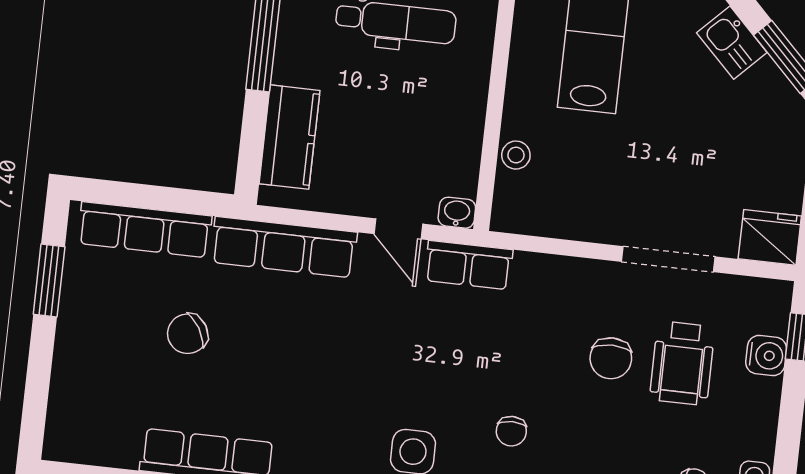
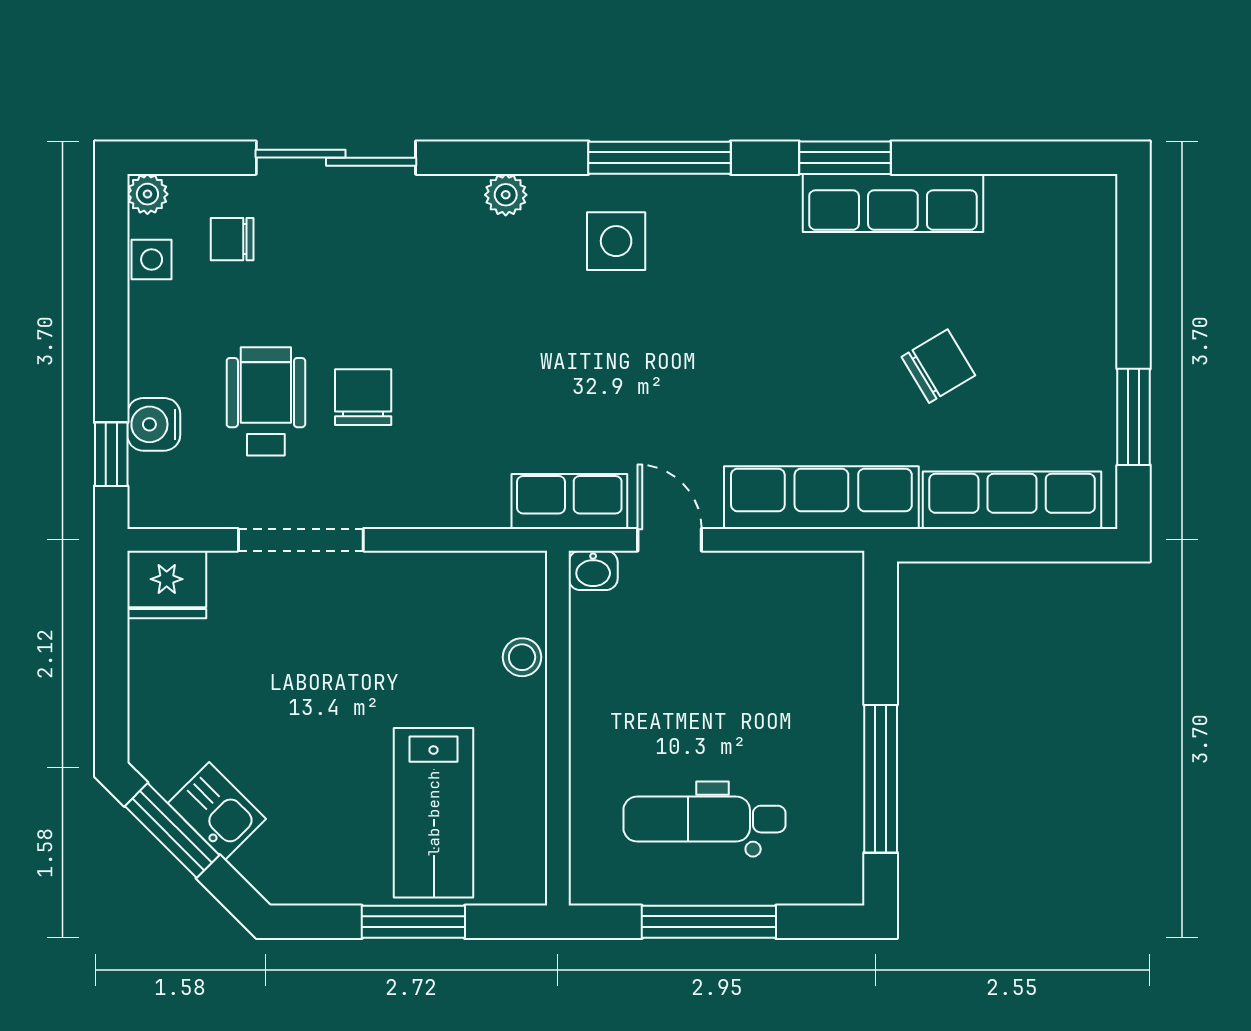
kitchen sink: (732, 43) -> (217, 811), moved
kitchen counter: (289, 137) -> (831, 647), removed
chair: (511, 431) -> (486, 284), removed

